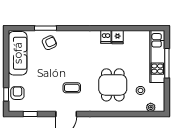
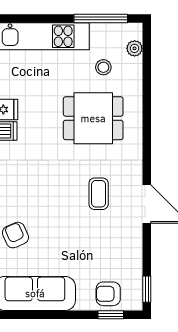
window: (167, 63) -> (101, 18), moved
window: (30, 114) -> (147, 289), moved

